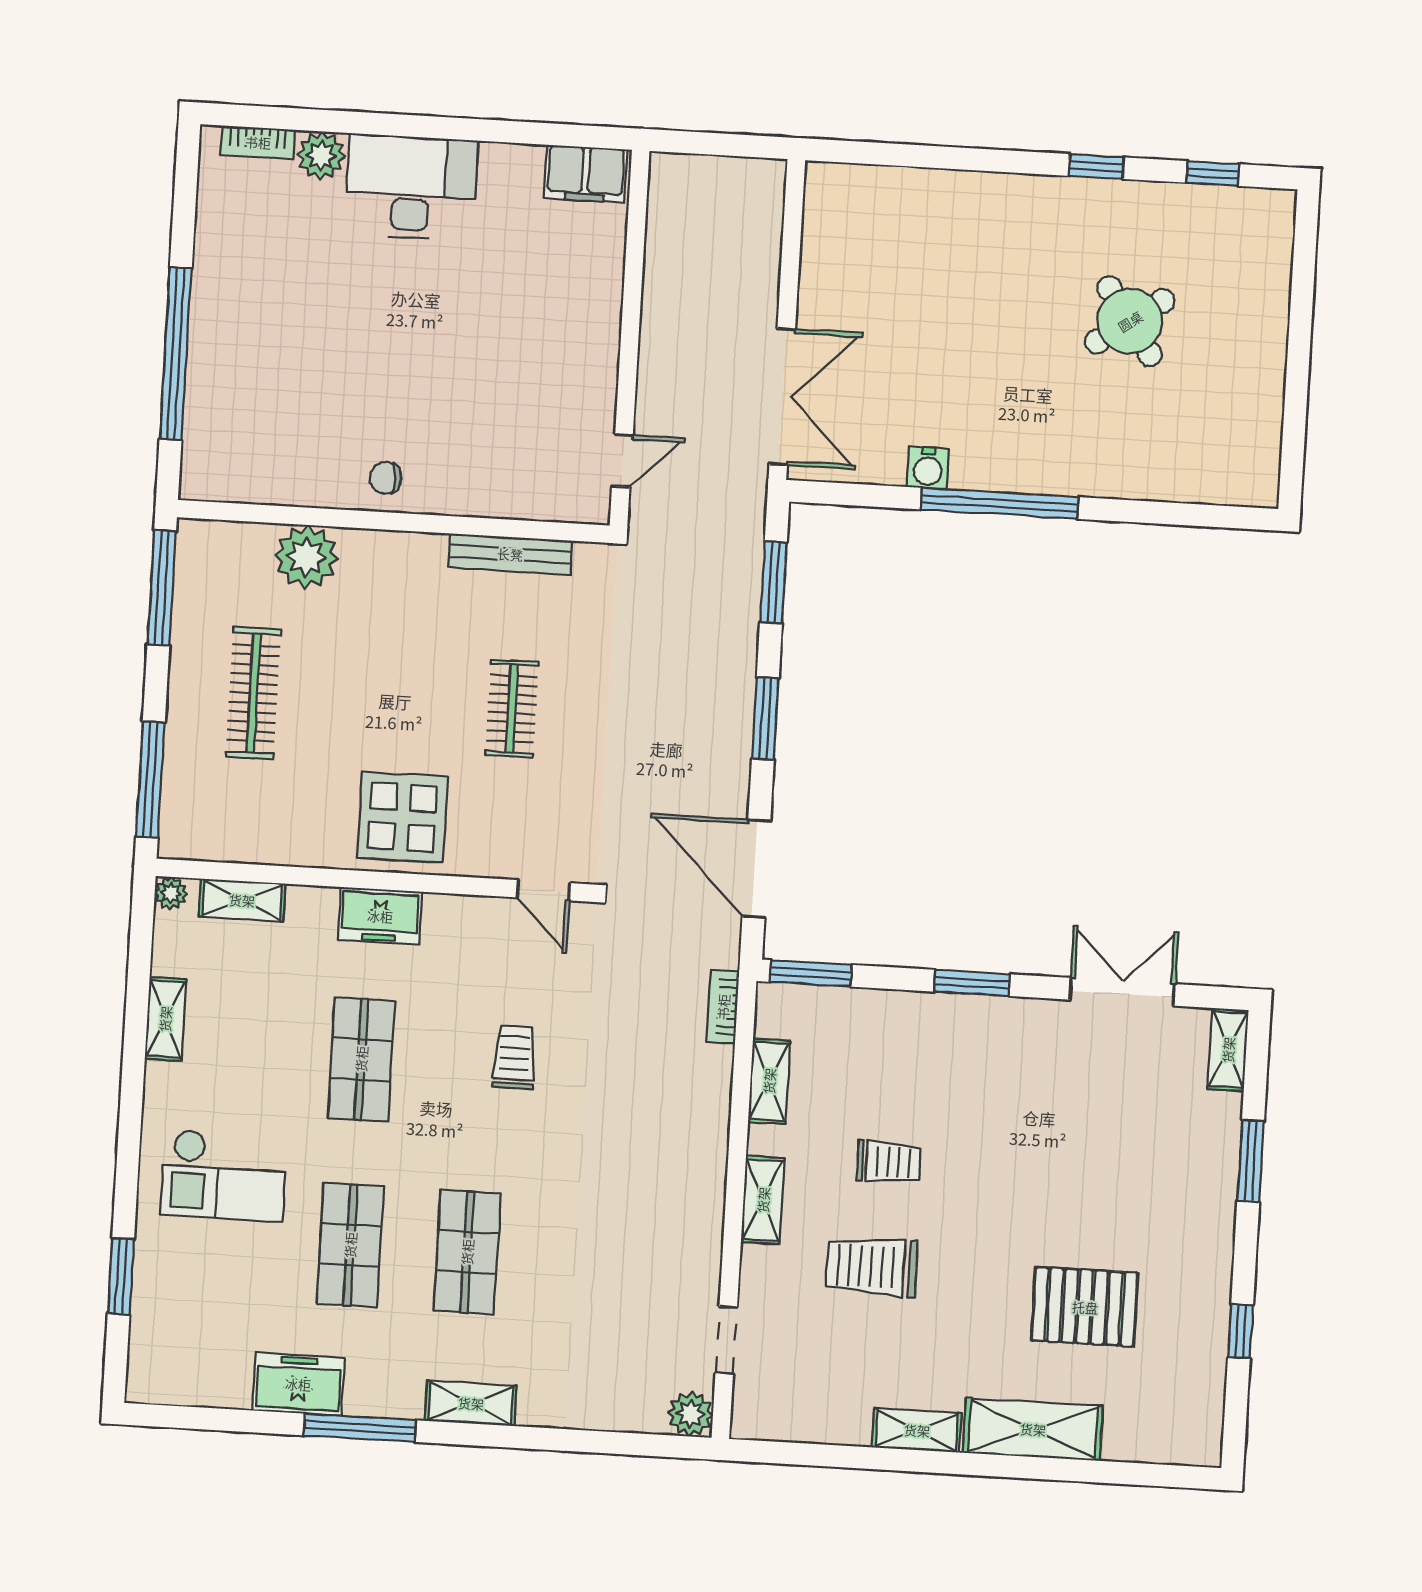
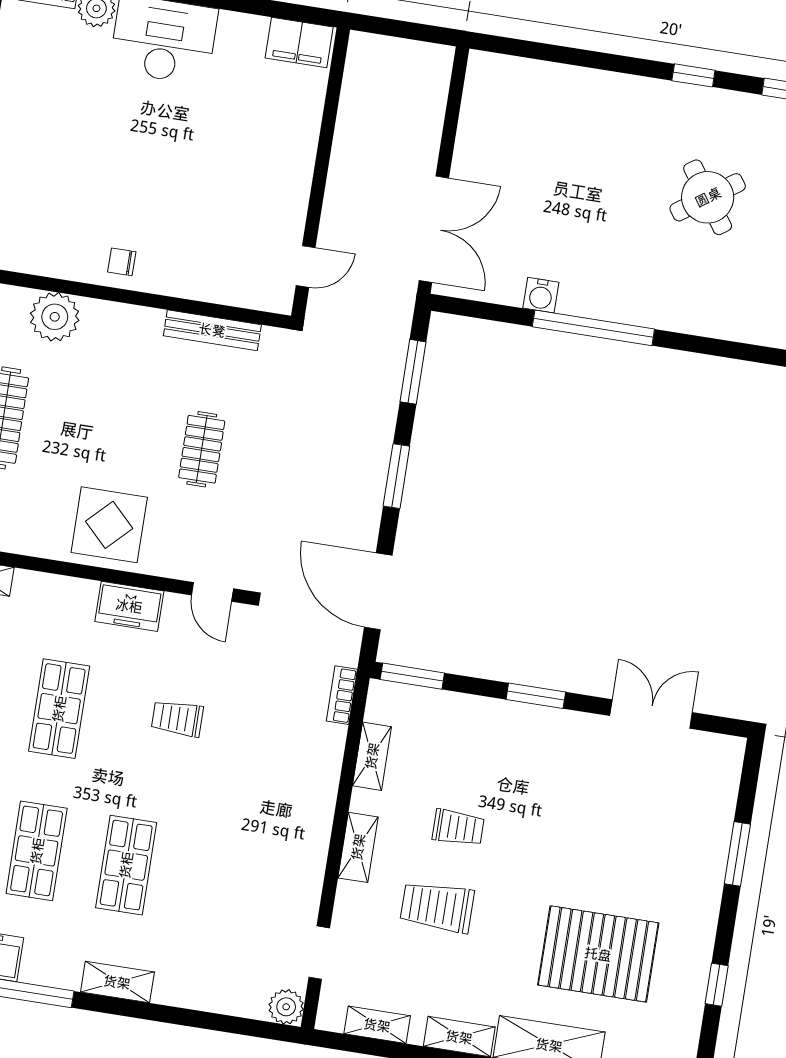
freezer: (380, 916) -> (129, 606), moved
shelving: (1228, 1050) -> (377, 1025), moved, turned 90
trolley: (514, 1057) -> (177, 718), turned -90
pallet: (1085, 1307) -> (598, 954), width x1.37, depth x1.41

